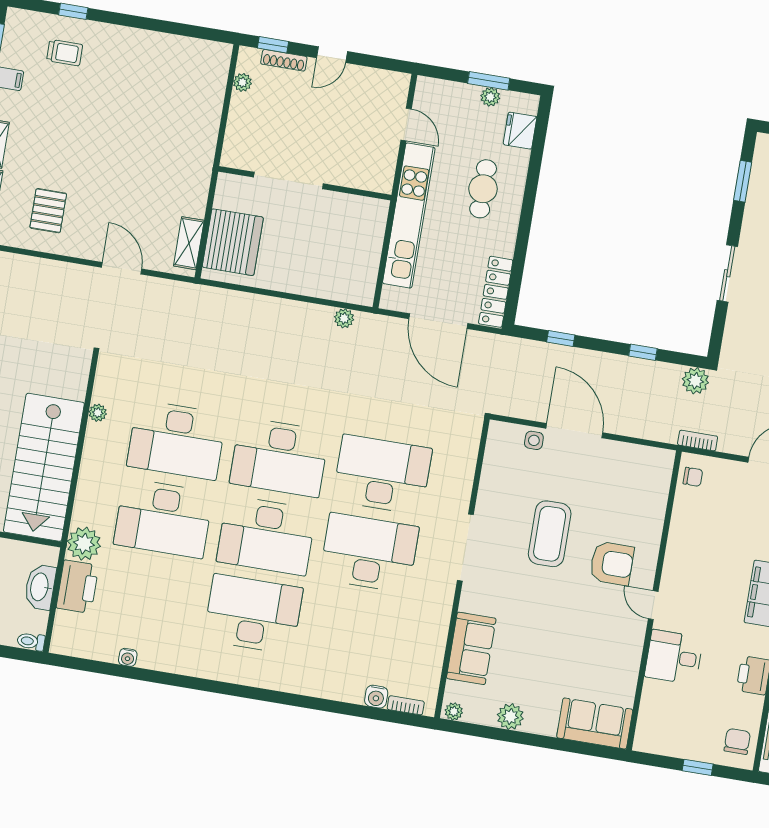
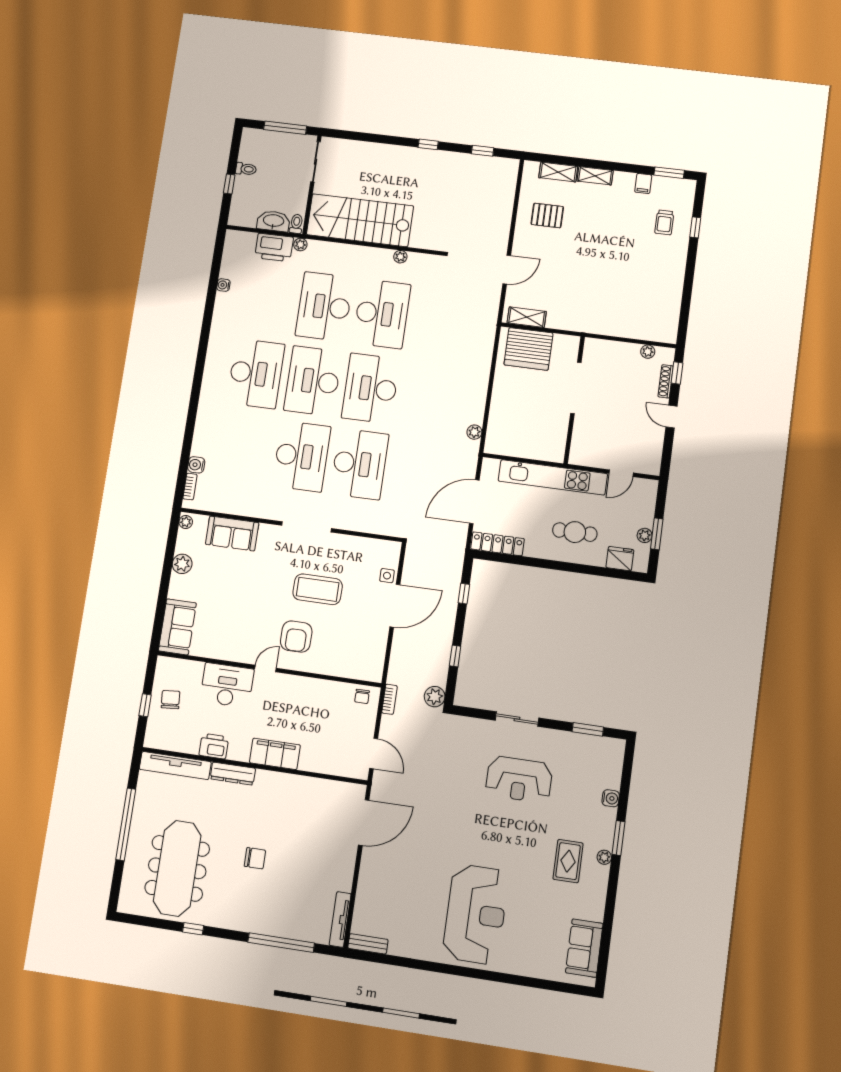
desk: (177, 440) -> (382, 314), turned 180
plant: (84, 544) -> (300, 244), width x0.53, depth x0.53
toilet: (31, 641) -> (296, 224), moved
desk: (674, 657) -> (227, 685), width x1.37
chair: (737, 741) -> (171, 700), moved, turned -95

